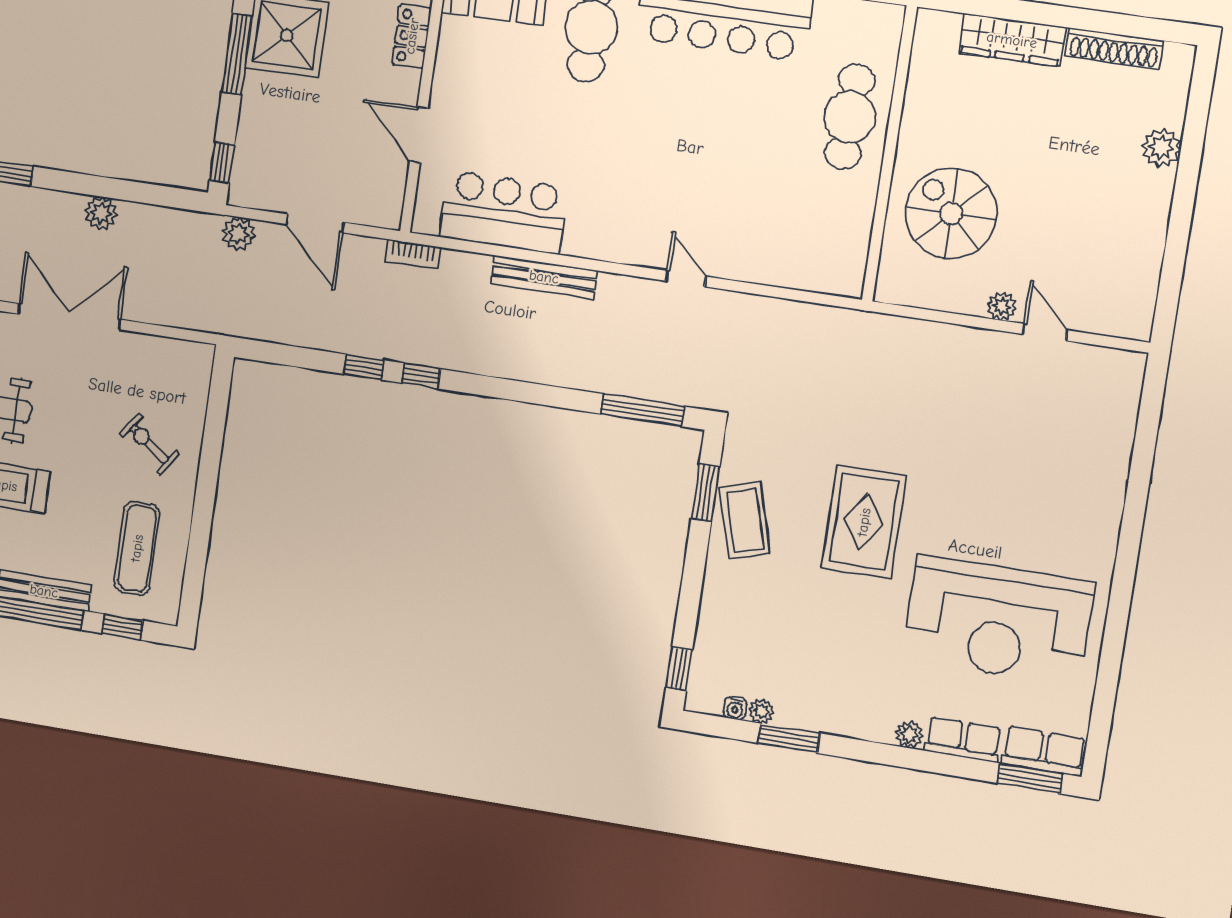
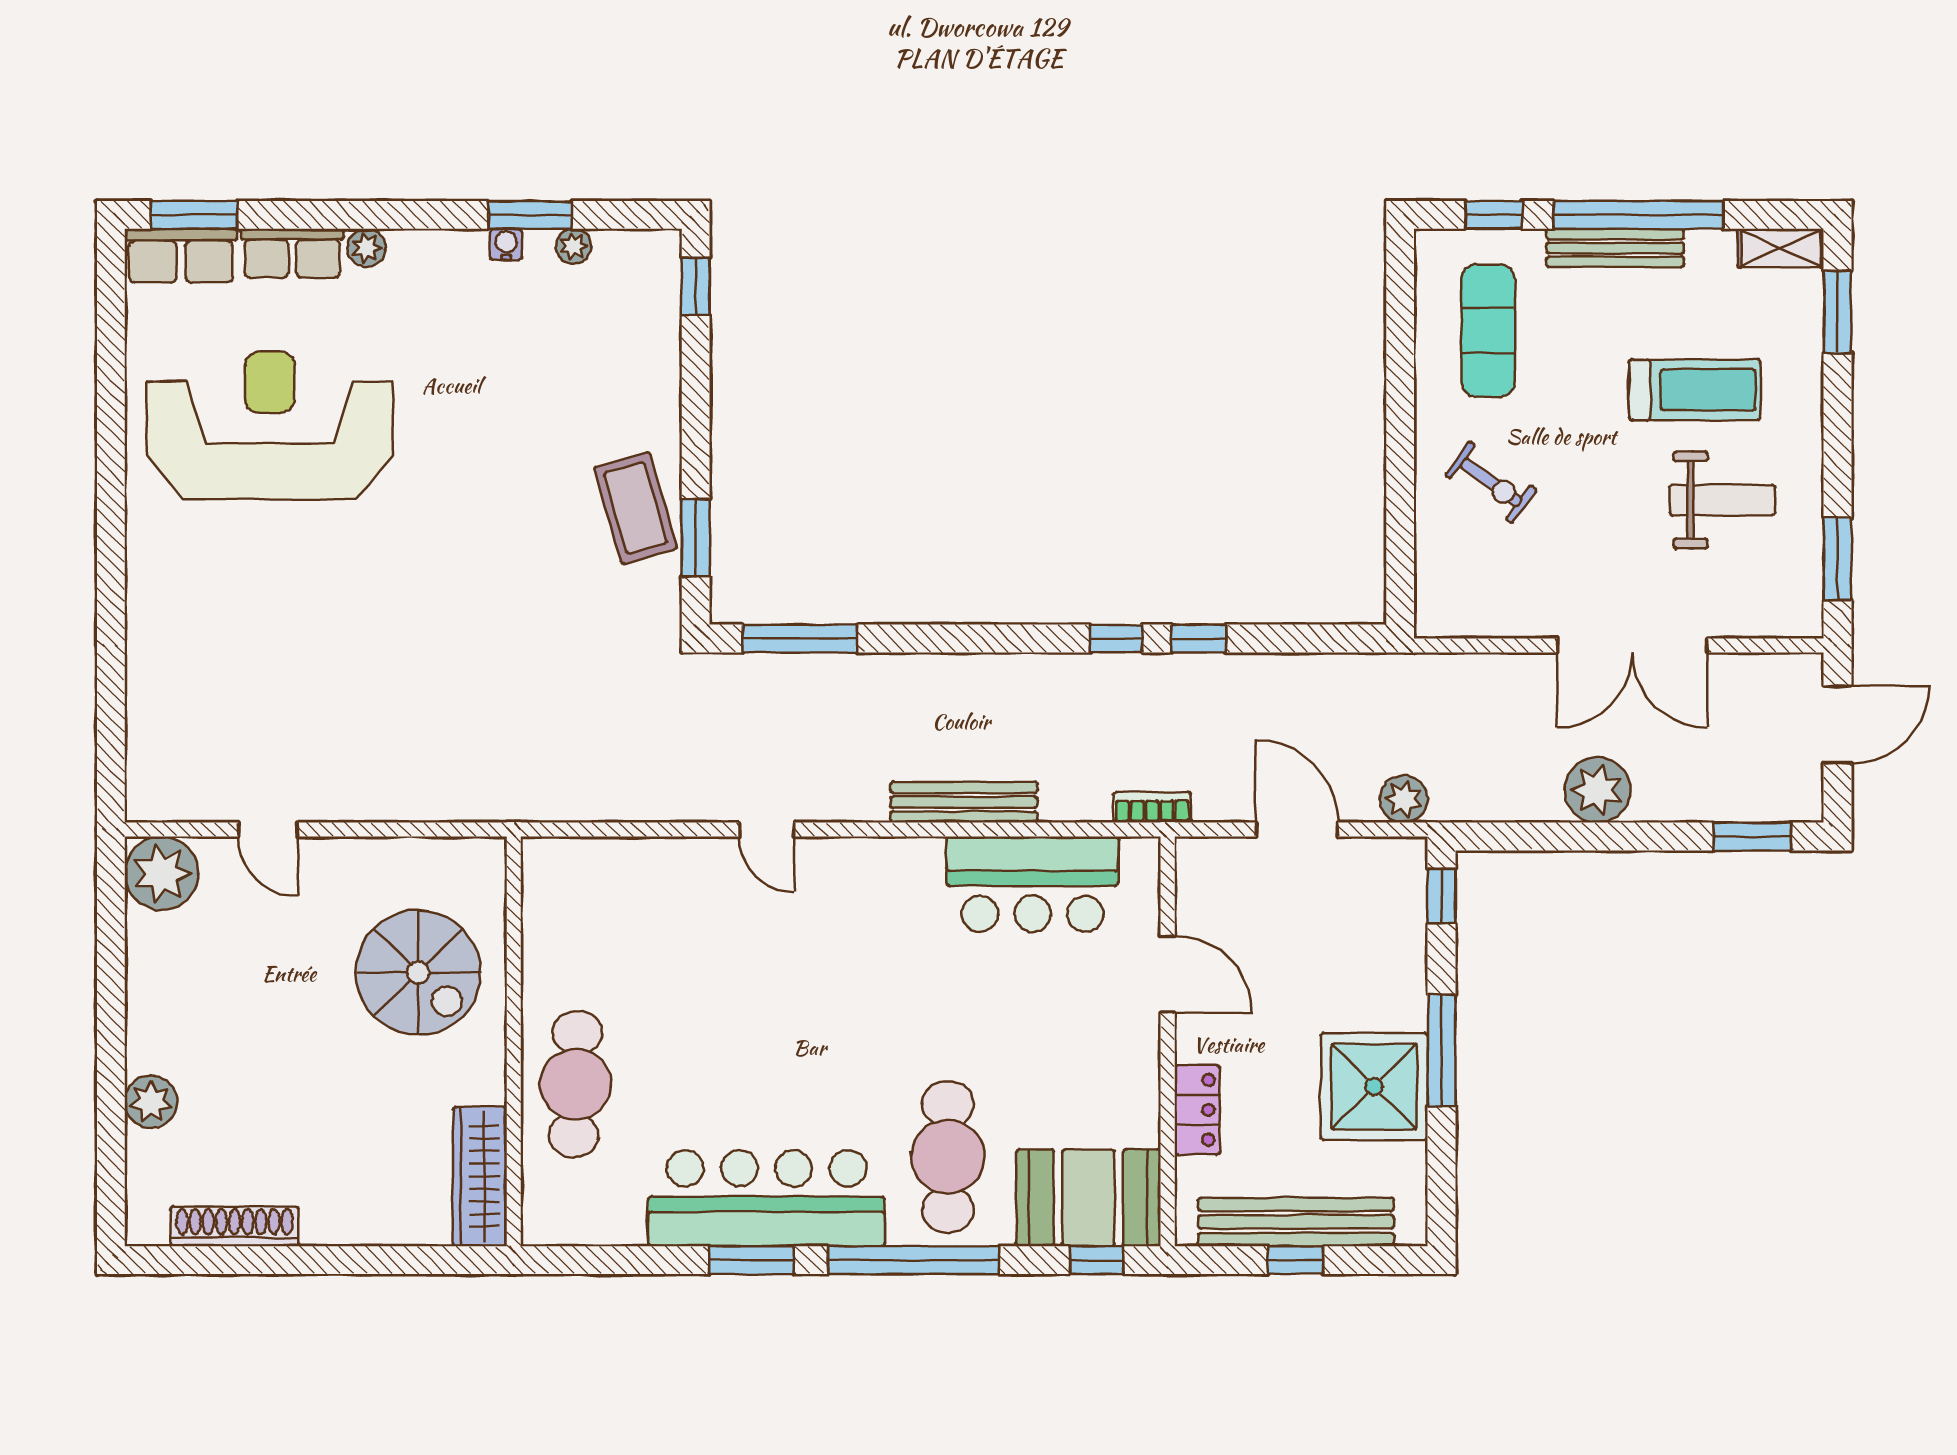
wardrobe: (1012, 40) -> (480, 1176), moved, turned -90
plant: (101, 213) -> (1597, 790), width x1.36, depth x1.36
plant: (1002, 306) -> (162, 873), moved, width x1.87, depth x1.87
rug: (864, 522) -> (473, 532), removed
water cooler: (735, 708) -> (506, 244), moved

